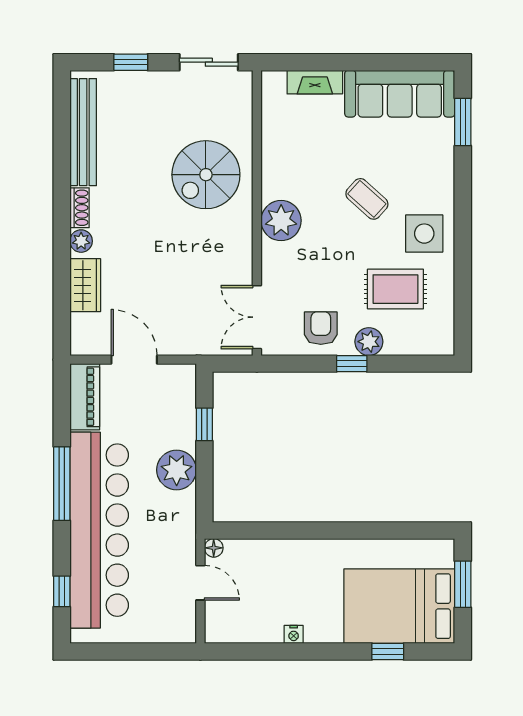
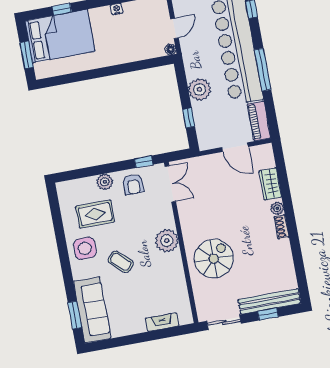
sofa: (400, 94) -> (92, 310), moved, turned 90
bench: (83, 132) -> (269, 301), moved, turned 90
window: (352, 364) -> (144, 162), moved
door: (200, 583) -> (174, 28), swing flipped

